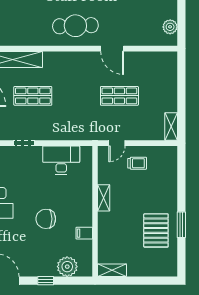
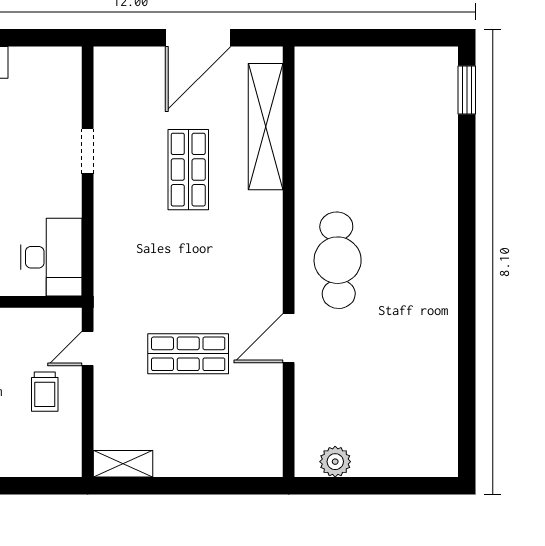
shop shelf: (119, 96) -> (188, 354), turned 90
door: (117, 143) -> (88, 349), hinge flipped
desk: (61, 160) -> (51, 257), moved

